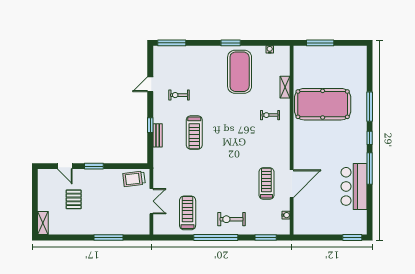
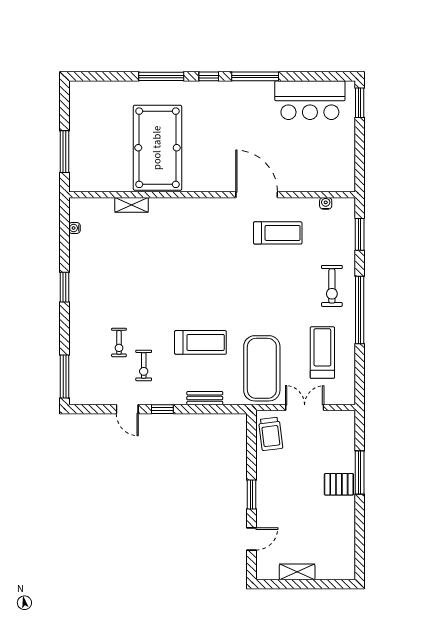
exercise mat: (240, 72) -> (262, 368), moved, turned 90
exercise bike: (270, 115) -> (119, 342), moved
window: (150, 125) -> (162, 409), moved
treadmill: (266, 183) -> (278, 233), turned 180
door: (292, 184) -> (257, 195), moved
bar counter: (354, 186) -> (310, 100), moved
pallet: (74, 199) -> (339, 484), moved
treadmill: (188, 213) -> (322, 353), turned 90
shelving: (43, 223) -> (297, 572), moved

